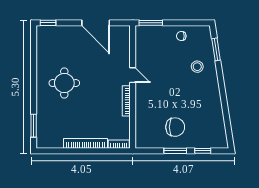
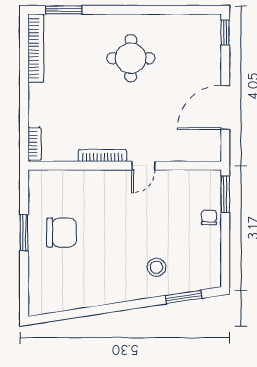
chair: (181, 36) -> (209, 217), moved
chair: (175, 127) -> (61, 232), turned -90
bookcase: (85, 143) -> (36, 48), moved
window: (203, 151) -> (24, 276), removed

